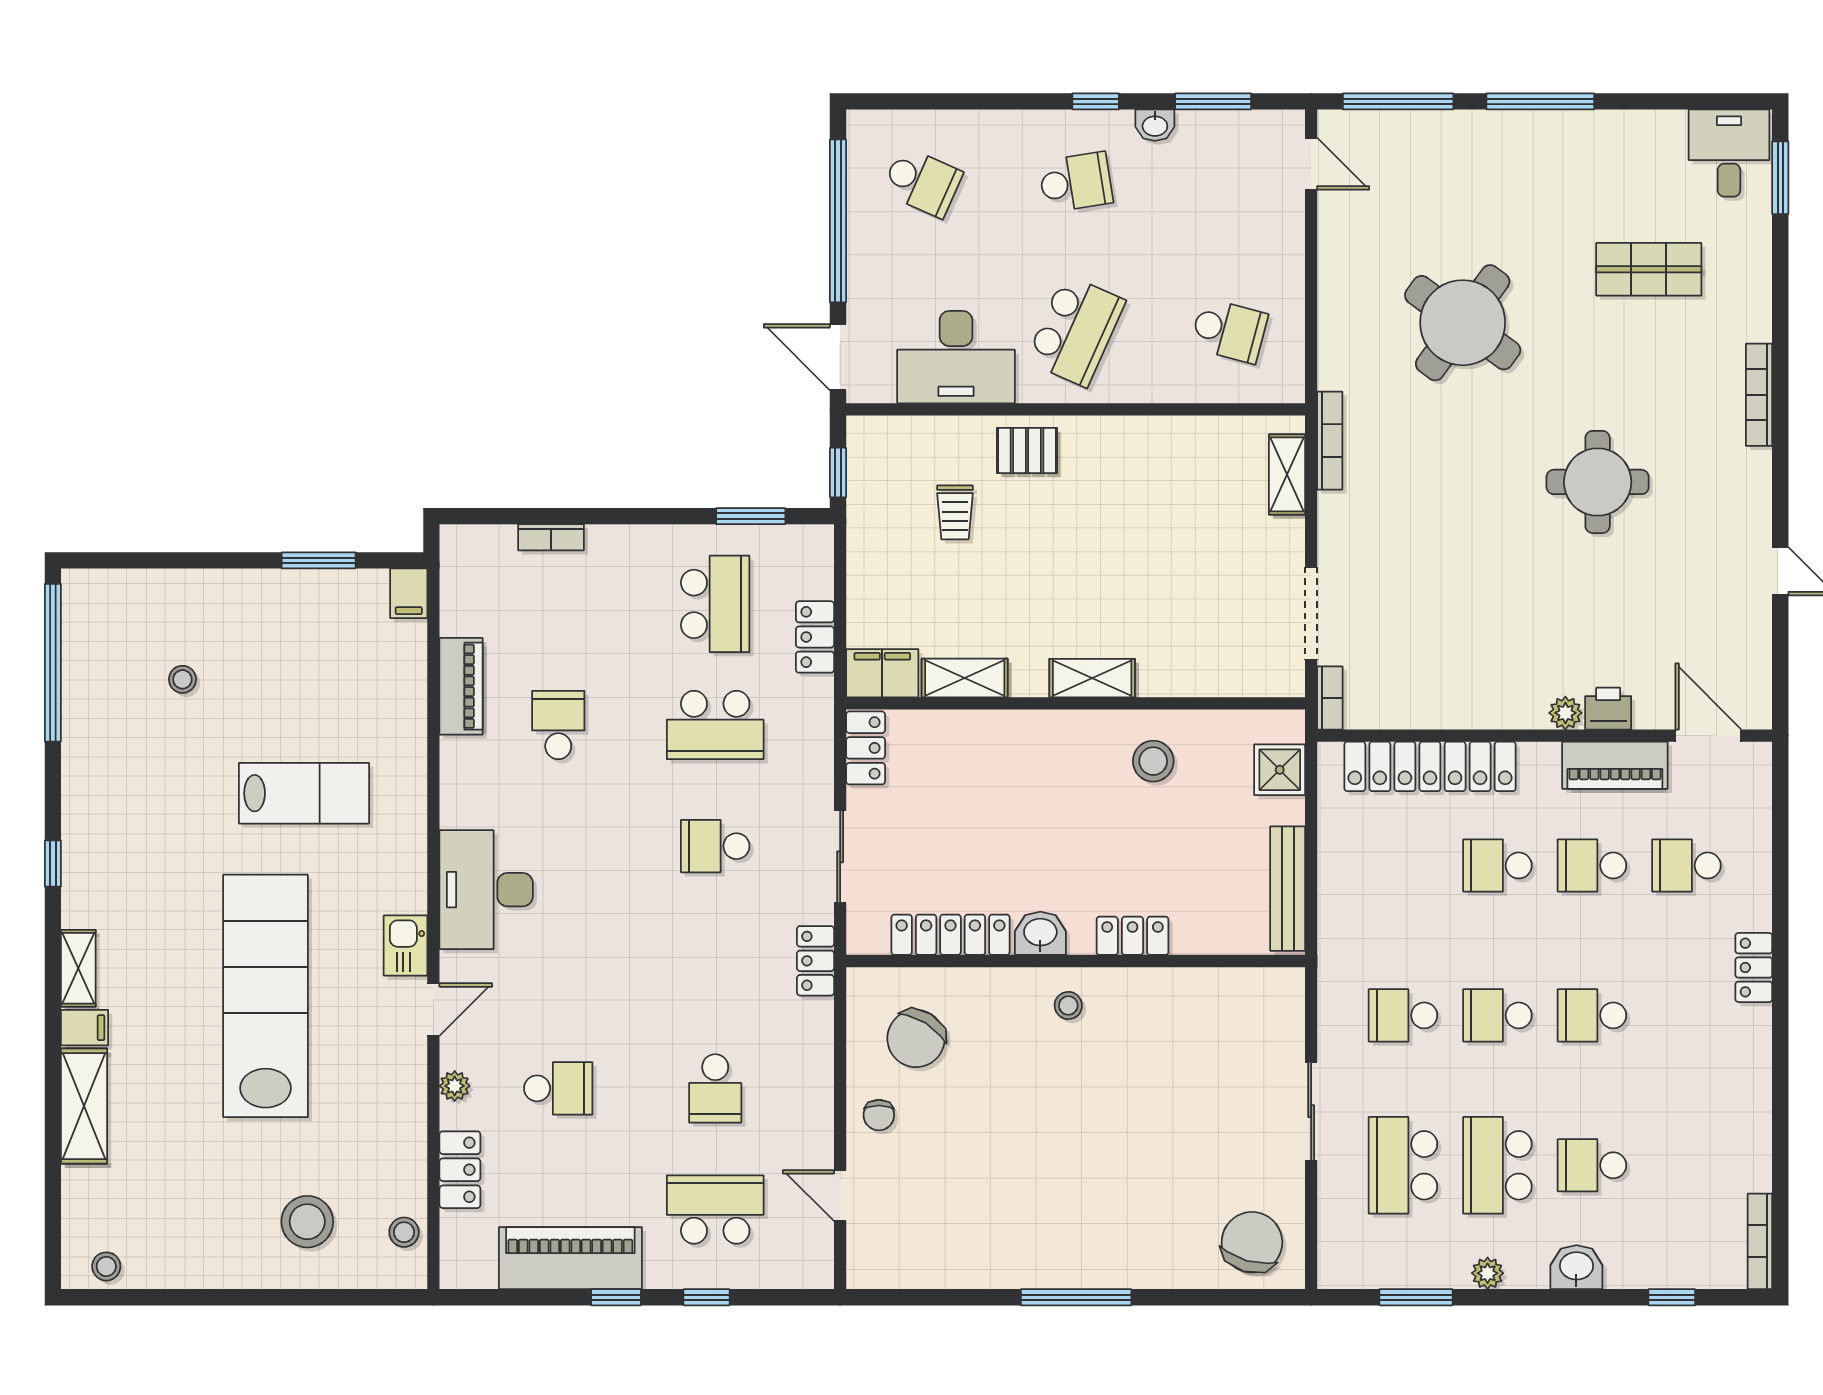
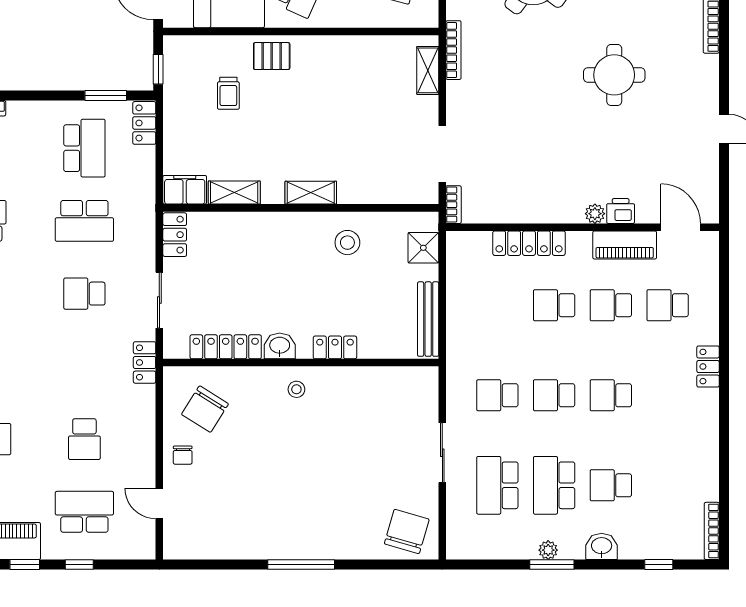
locker: (815, 637) -> (144, 123), moved
locker: (1430, 766) -> (529, 243), width x0.71, depth x0.83
window: (1416, 1297) -> (552, 564), moved

